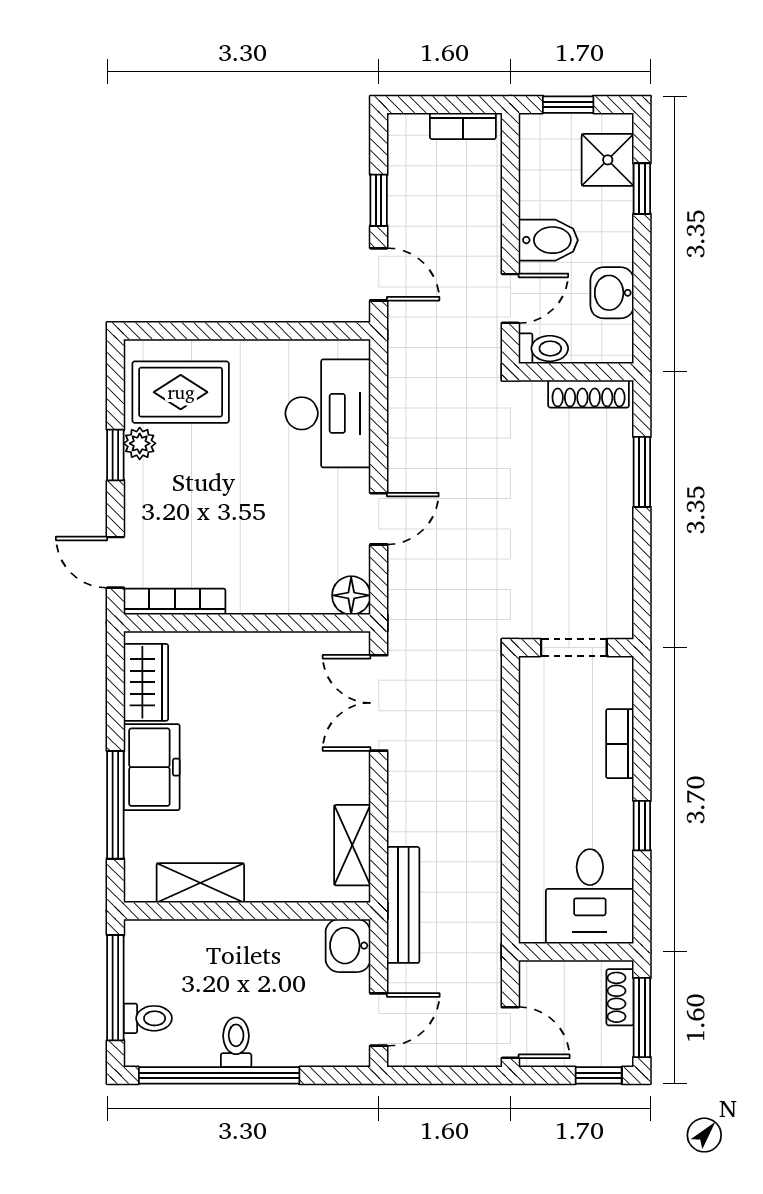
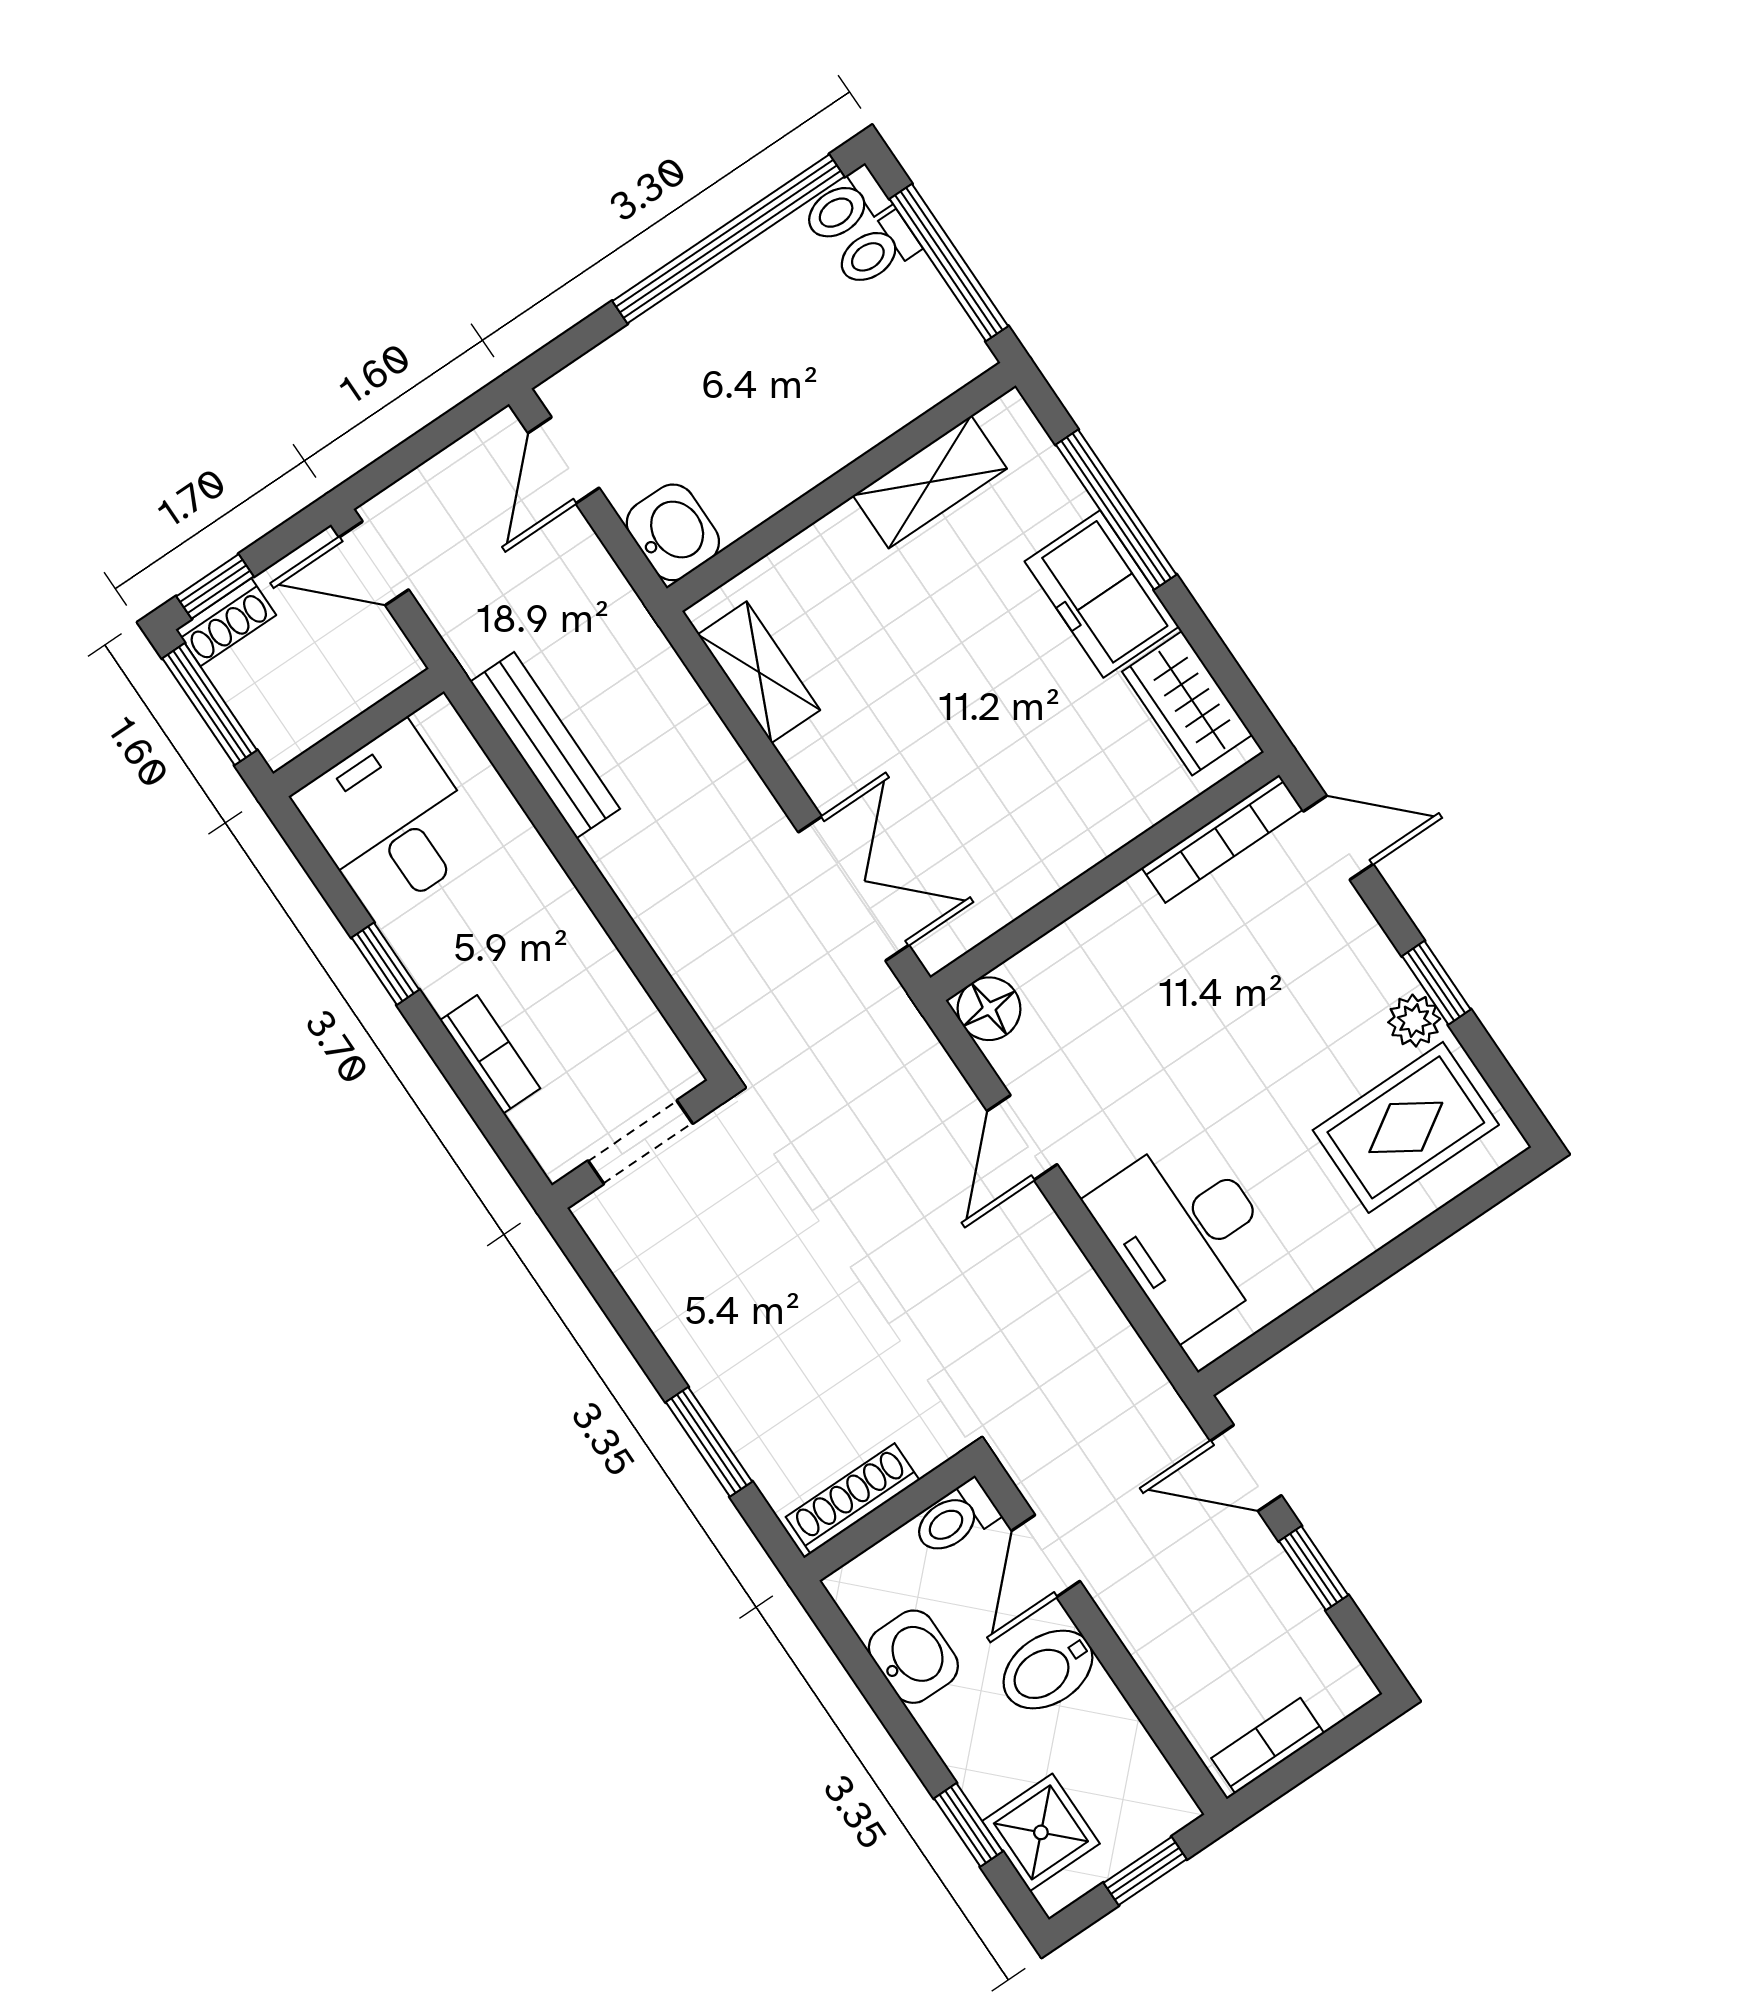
bench: (403, 905) -> (545, 745), moved
shoe rack: (620, 997) -> (226, 622), moved, turned 90
toilet: (236, 1042) -> (845, 206), moved, turned 90

